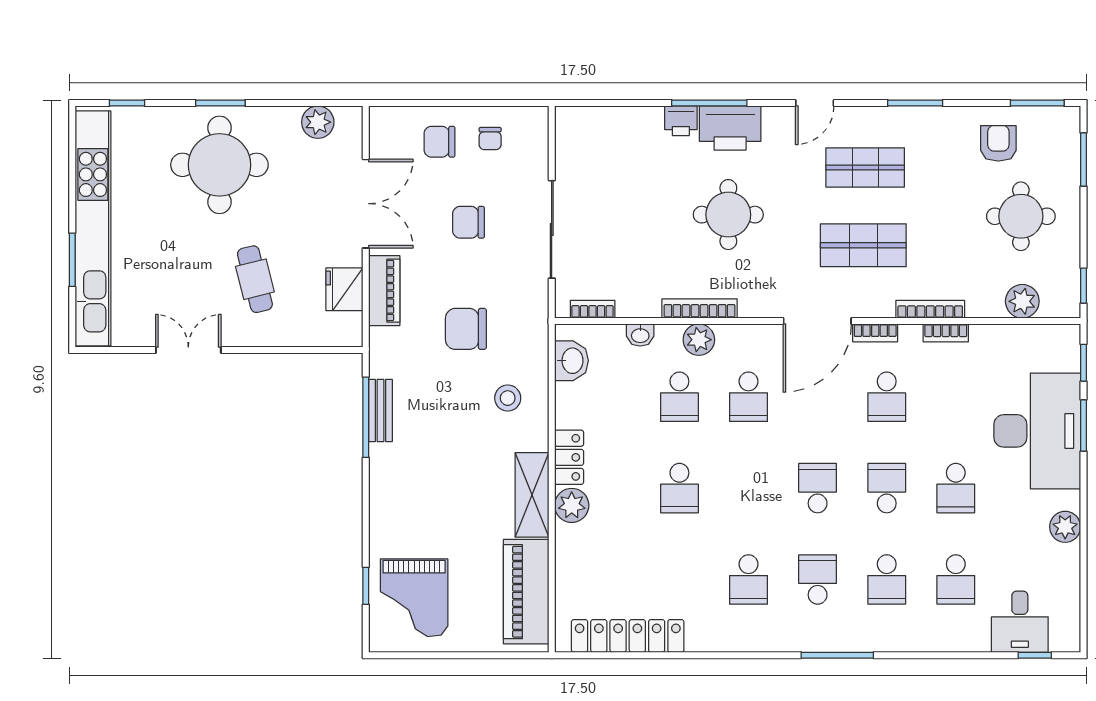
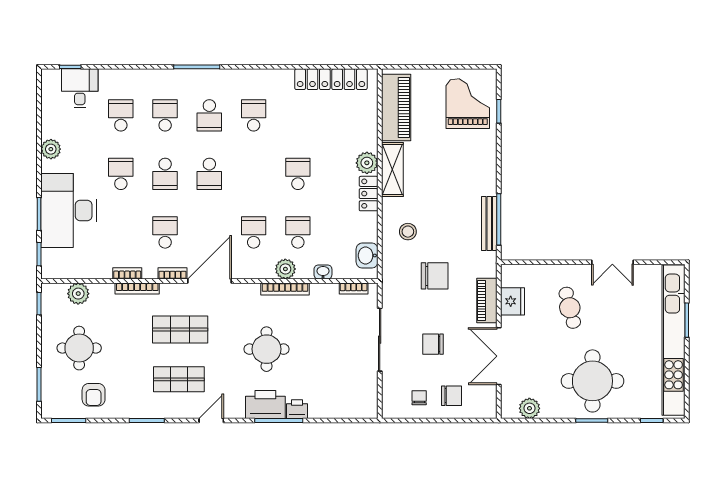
chair: (469, 222) -> (433, 344), turned 180
bench: (381, 411) -> (489, 224), width x1.36

